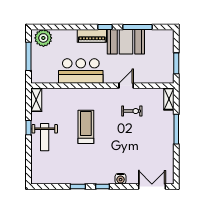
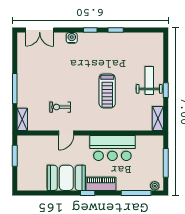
window: (137, 27) -> (136, 193), moved
plant: (43, 38) -> (155, 186), width x0.53, depth x0.53

